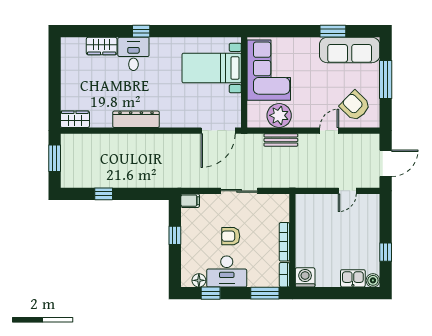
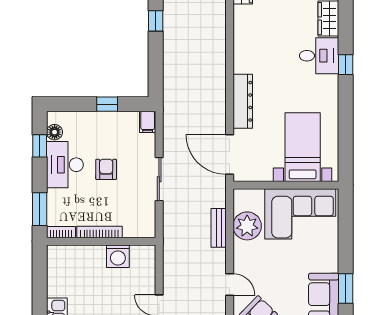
dresser: (136, 119) -> (243, 101), moved
washing machine: (305, 277) -> (118, 256), moved, turned 90

